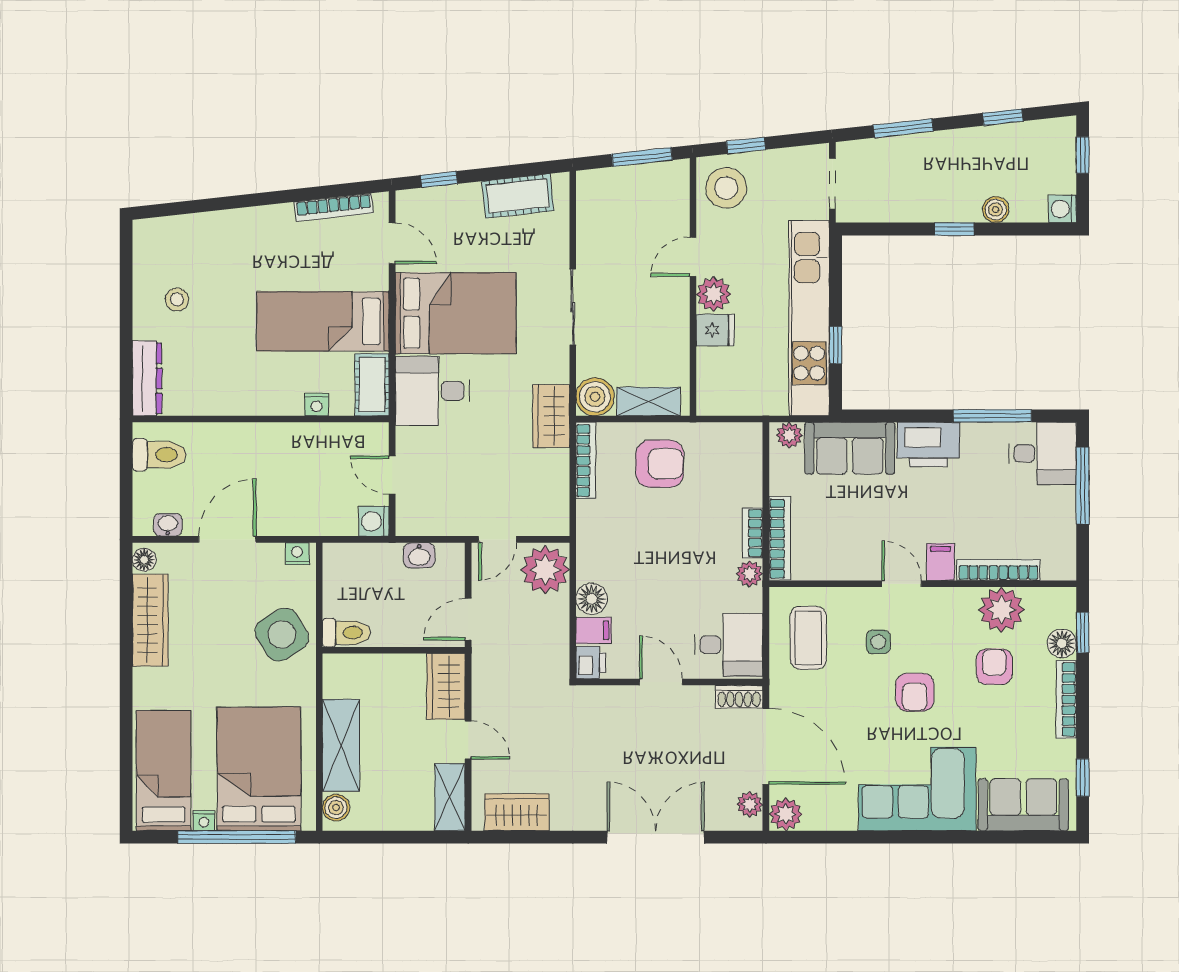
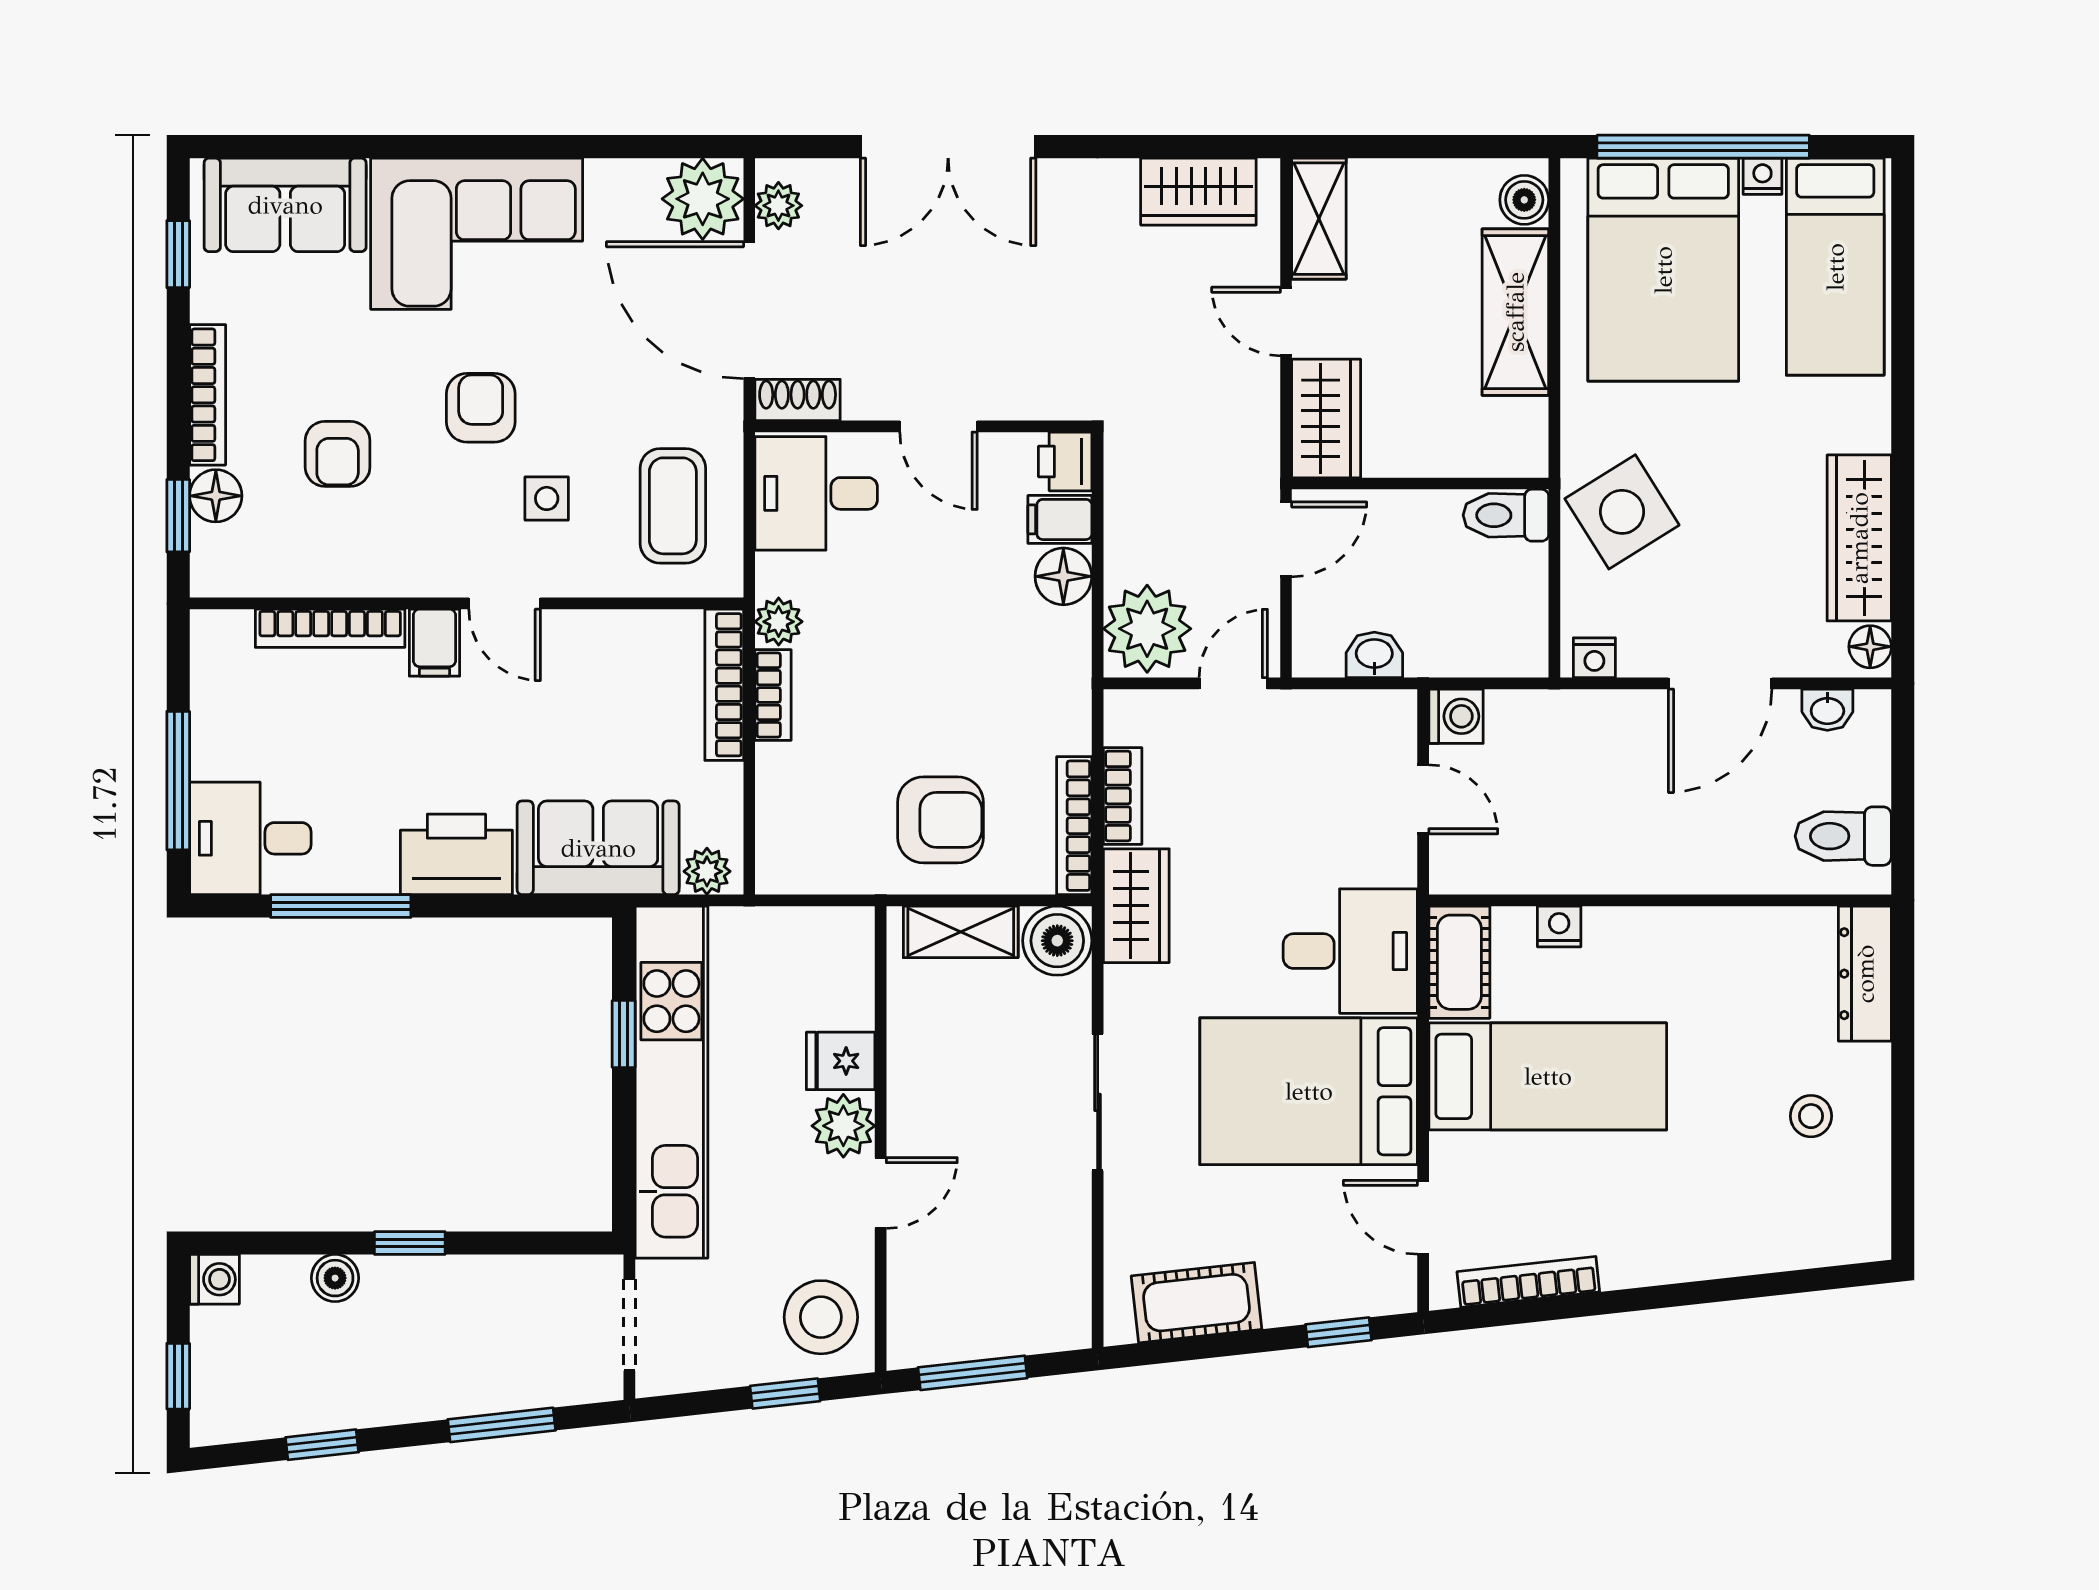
armchair: (660, 464) -> (941, 820), turned 180
bookcase: (559, 477) -> (1123, 796), added
plant: (1001, 610) -> (325, 556), removed
plant: (786, 814) -> (703, 199), width x1.36, depth x1.36

